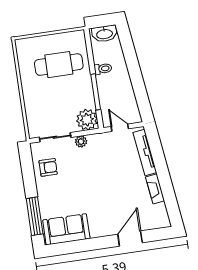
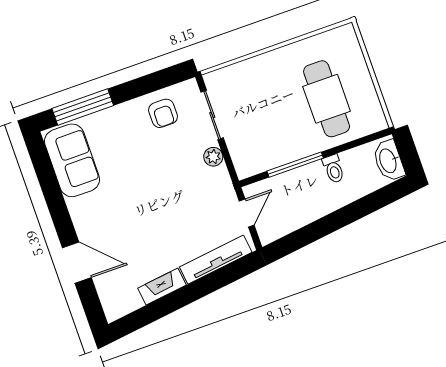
plant: (87, 120) -> (249, 159), removed

